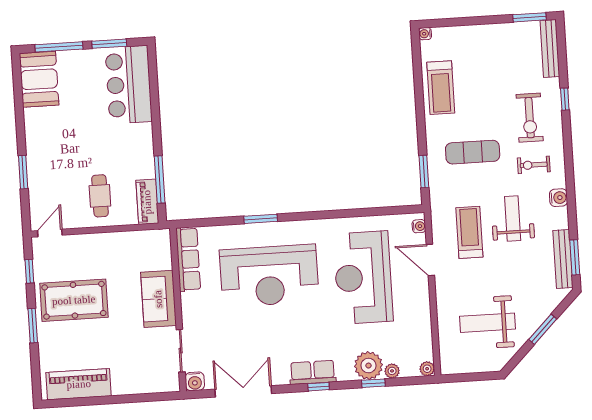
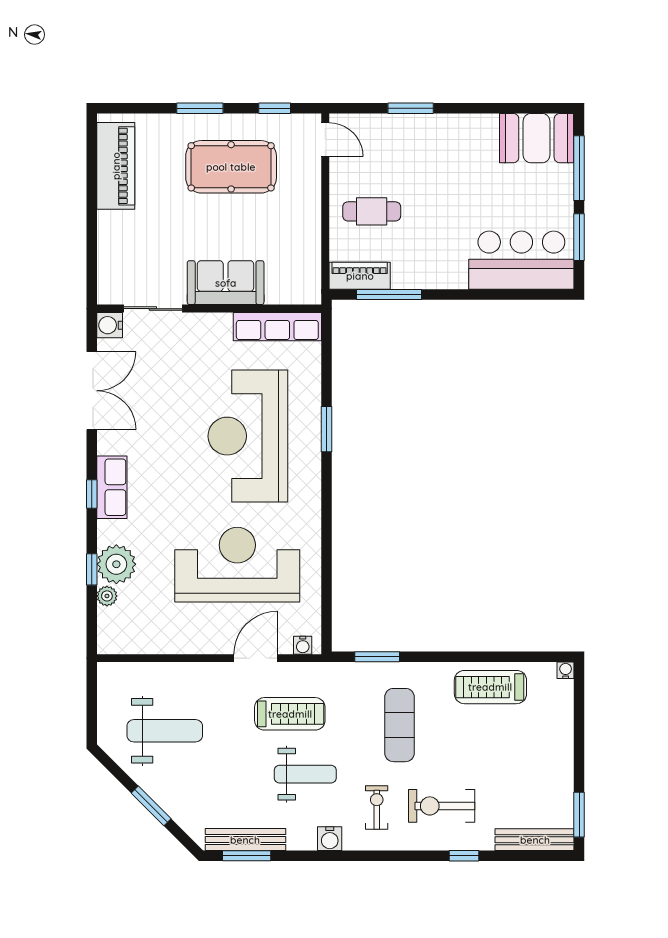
pool table: (74, 300) -> (231, 167), turned 90
weight bench: (487, 323) -> (165, 731), turned 90
plant: (427, 369) -> (107, 644), removed

